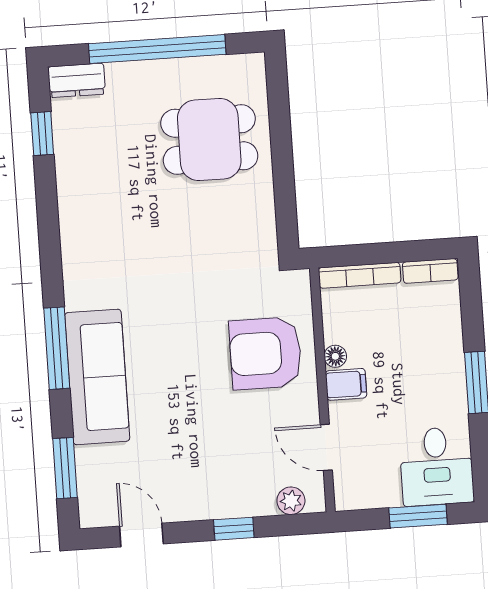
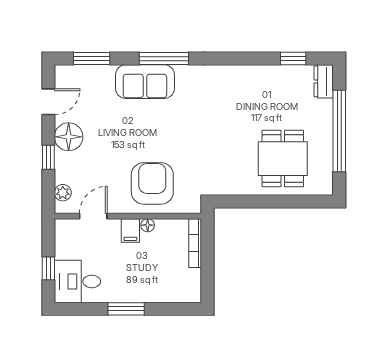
bookcase: (430, 271) -> (195, 286), removed
sofa: (97, 377) -> (145, 82), width x0.73
floor lamp: (197, 497) -> (69, 137), added
window: (418, 516) -> (48, 268), width x0.67

